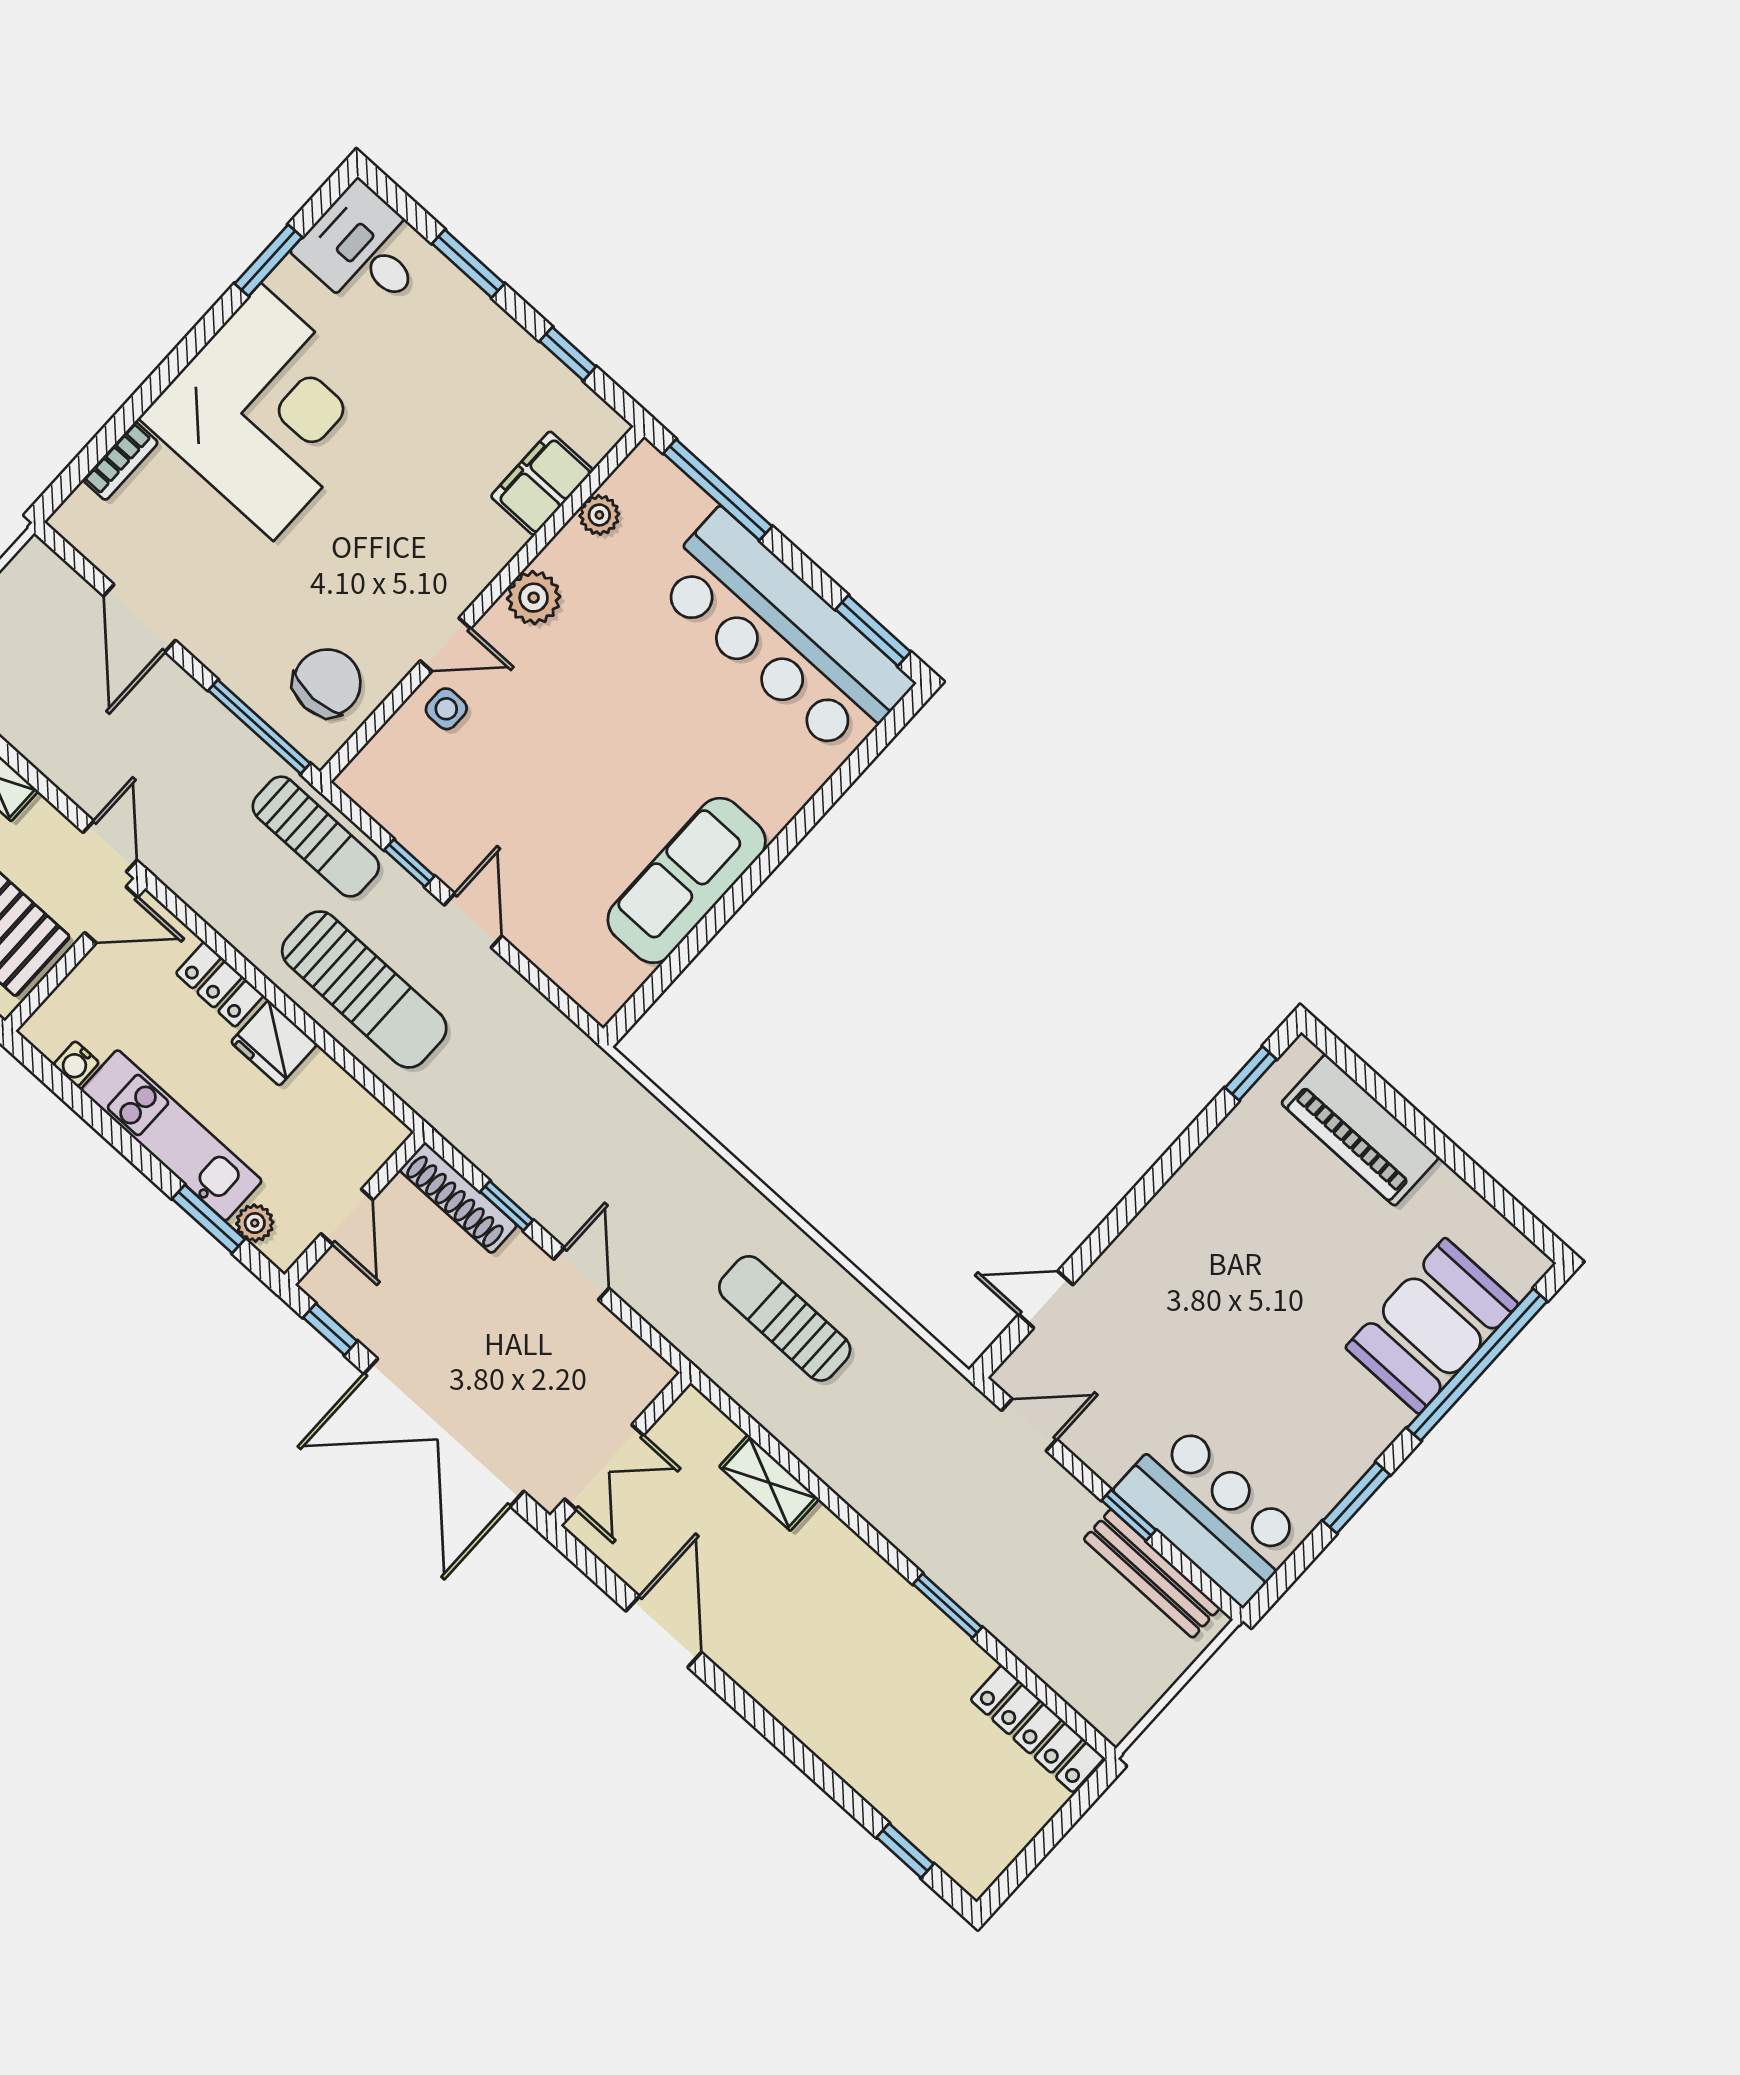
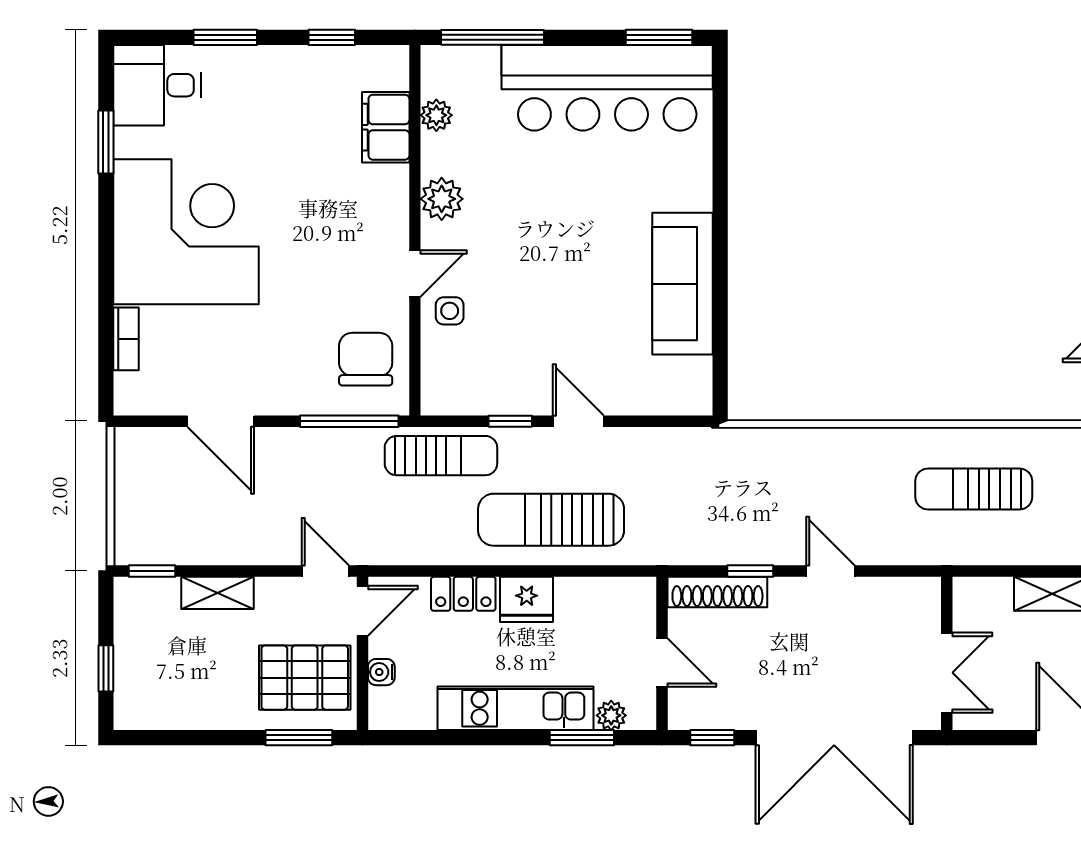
sun lounger: (364, 989) -> (551, 520), turned 180
water cooler: (76, 1064) -> (381, 672), moved, turned 90

